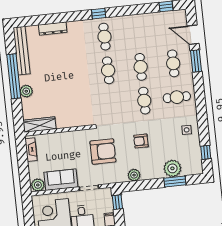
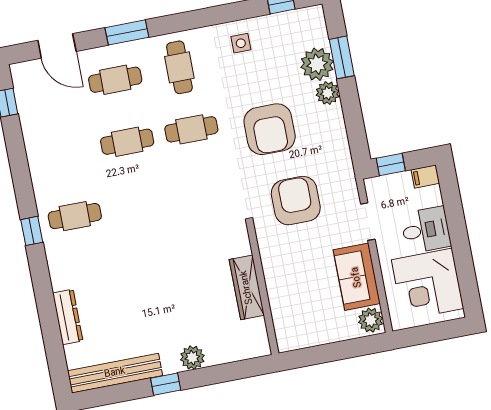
door: (193, 35) -> (57, 46), hinge flipped
window: (196, 61) -> (127, 32), moved
cafe table: (108, 70) -> (139, 204), removed
window: (14, 76) -> (166, 384), width x0.32
wardrobe: (40, 125) -> (247, 287), moved
armchair: (141, 141) -> (270, 129), width x1.88, depth x1.88
fireplace: (31, 150) -> (304, 339), removed
plant: (134, 175) -> (328, 93), moved

